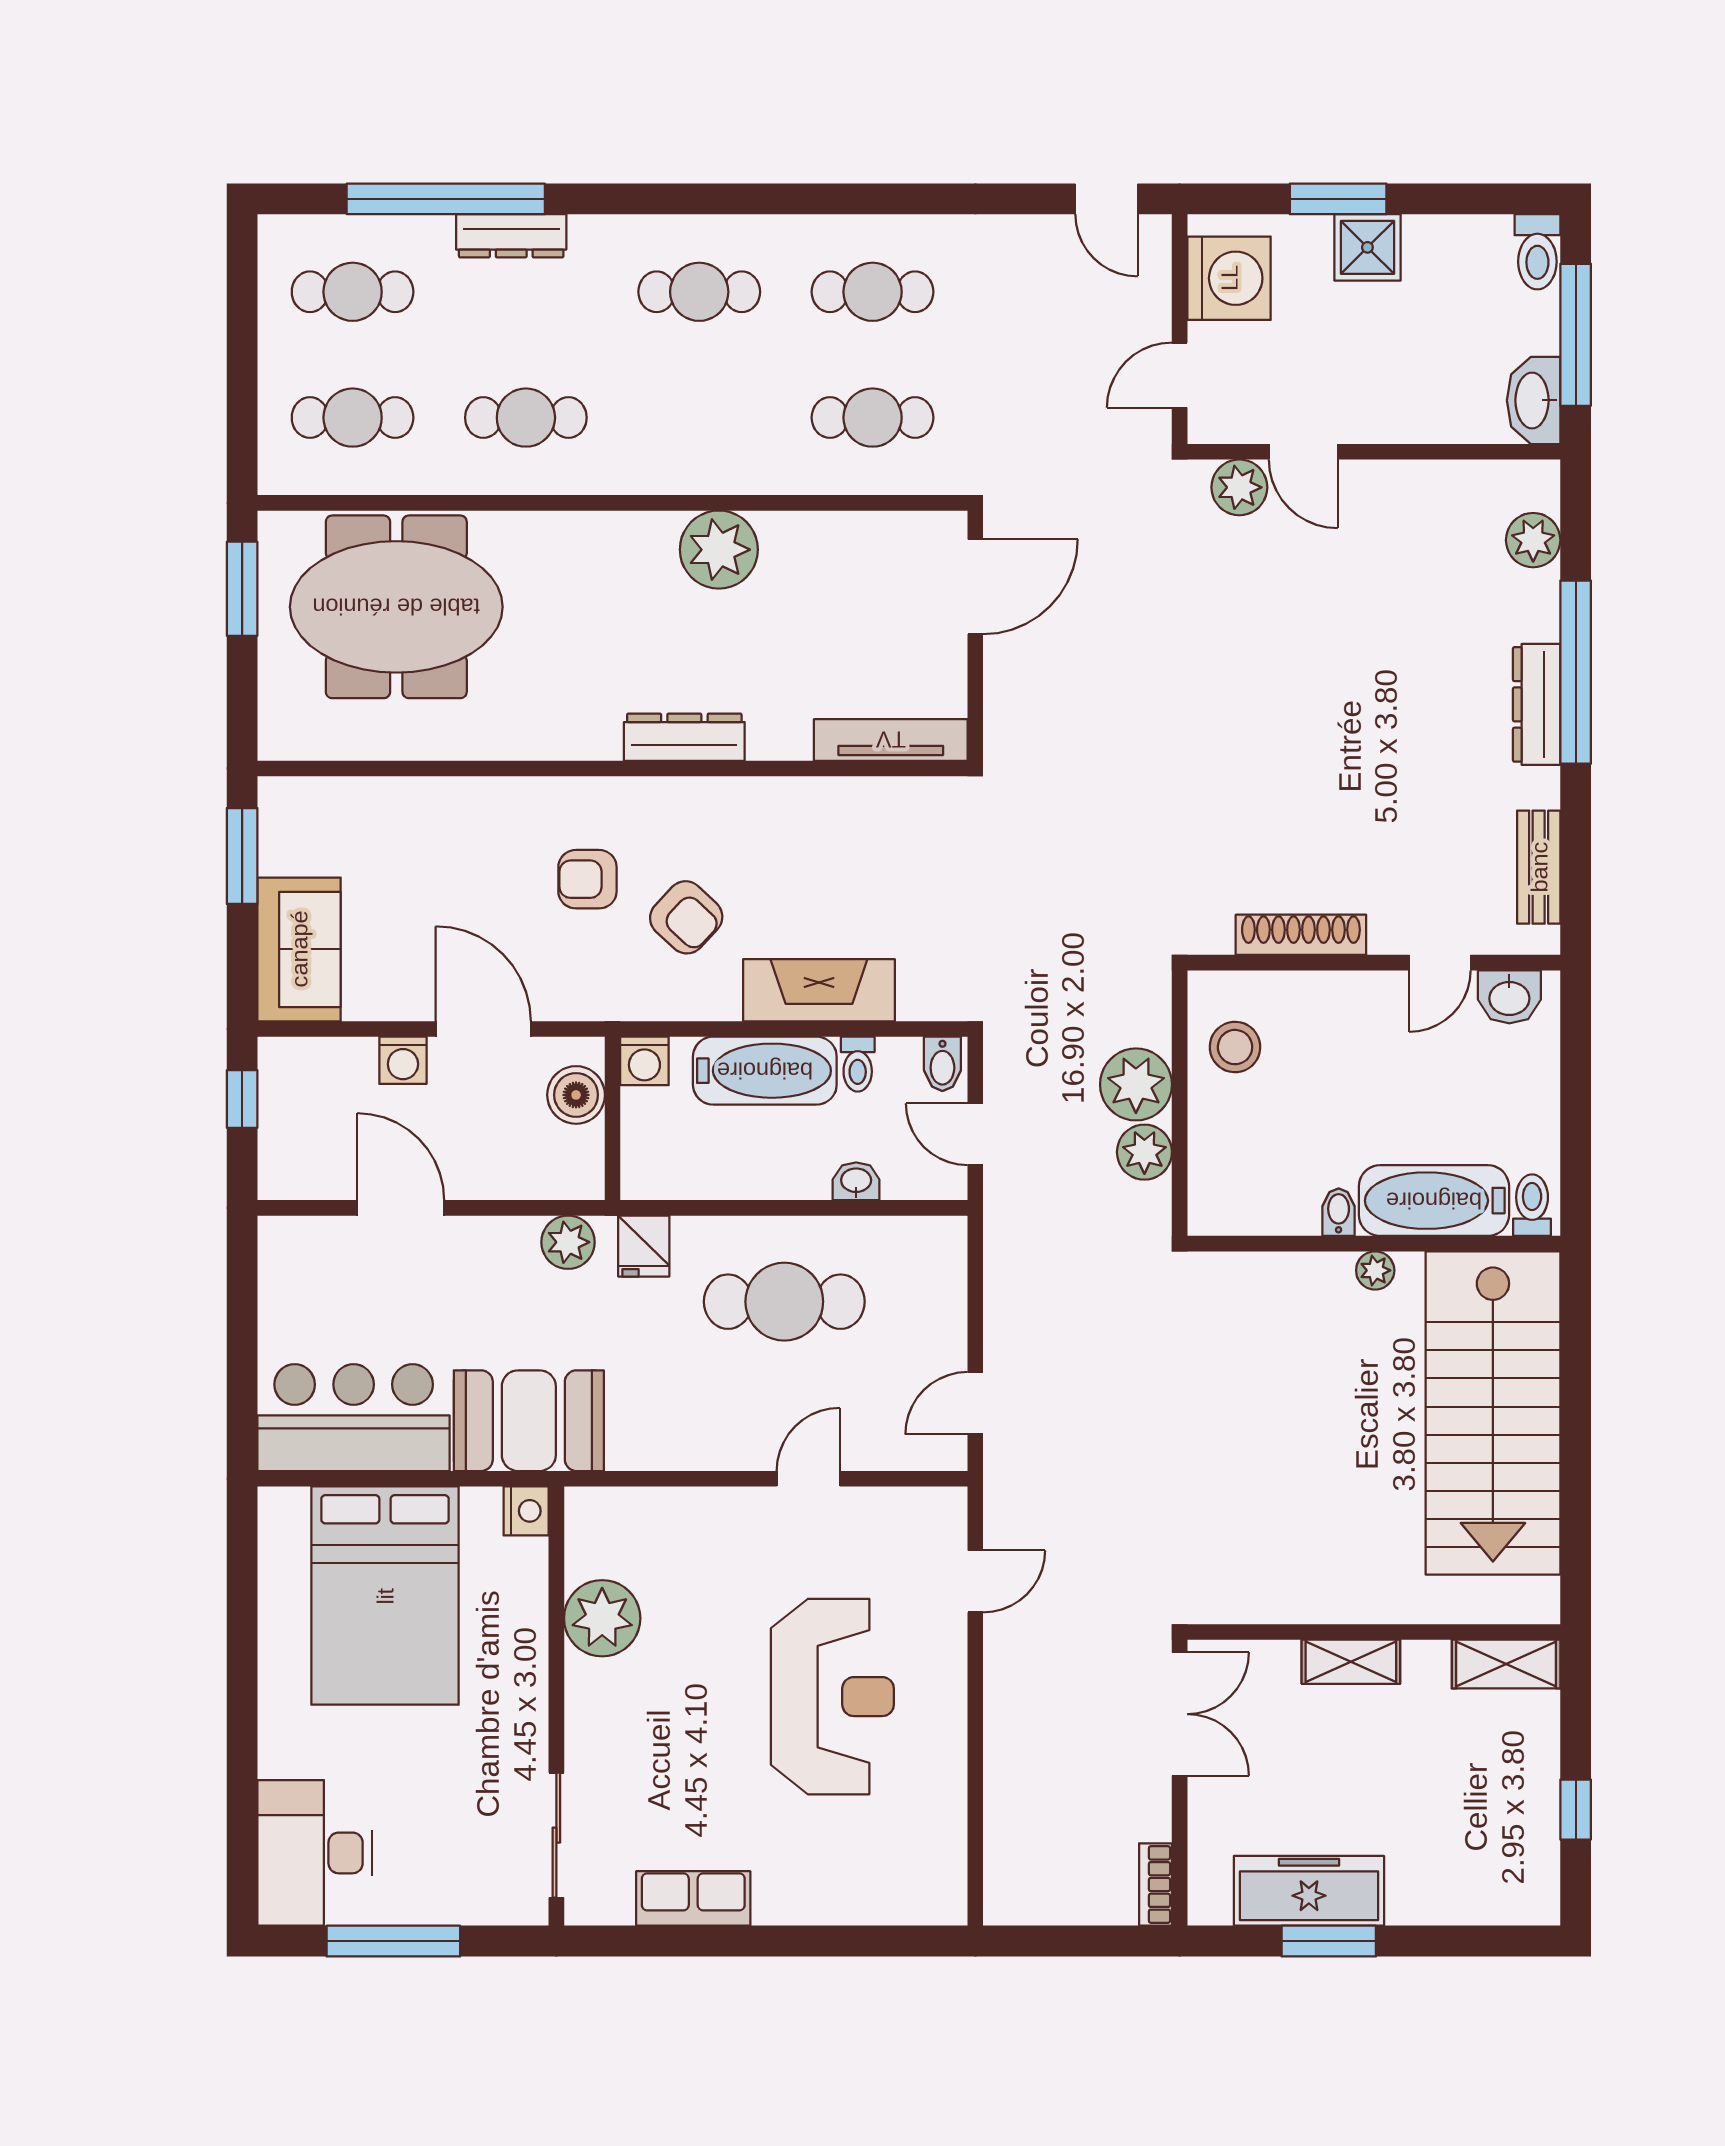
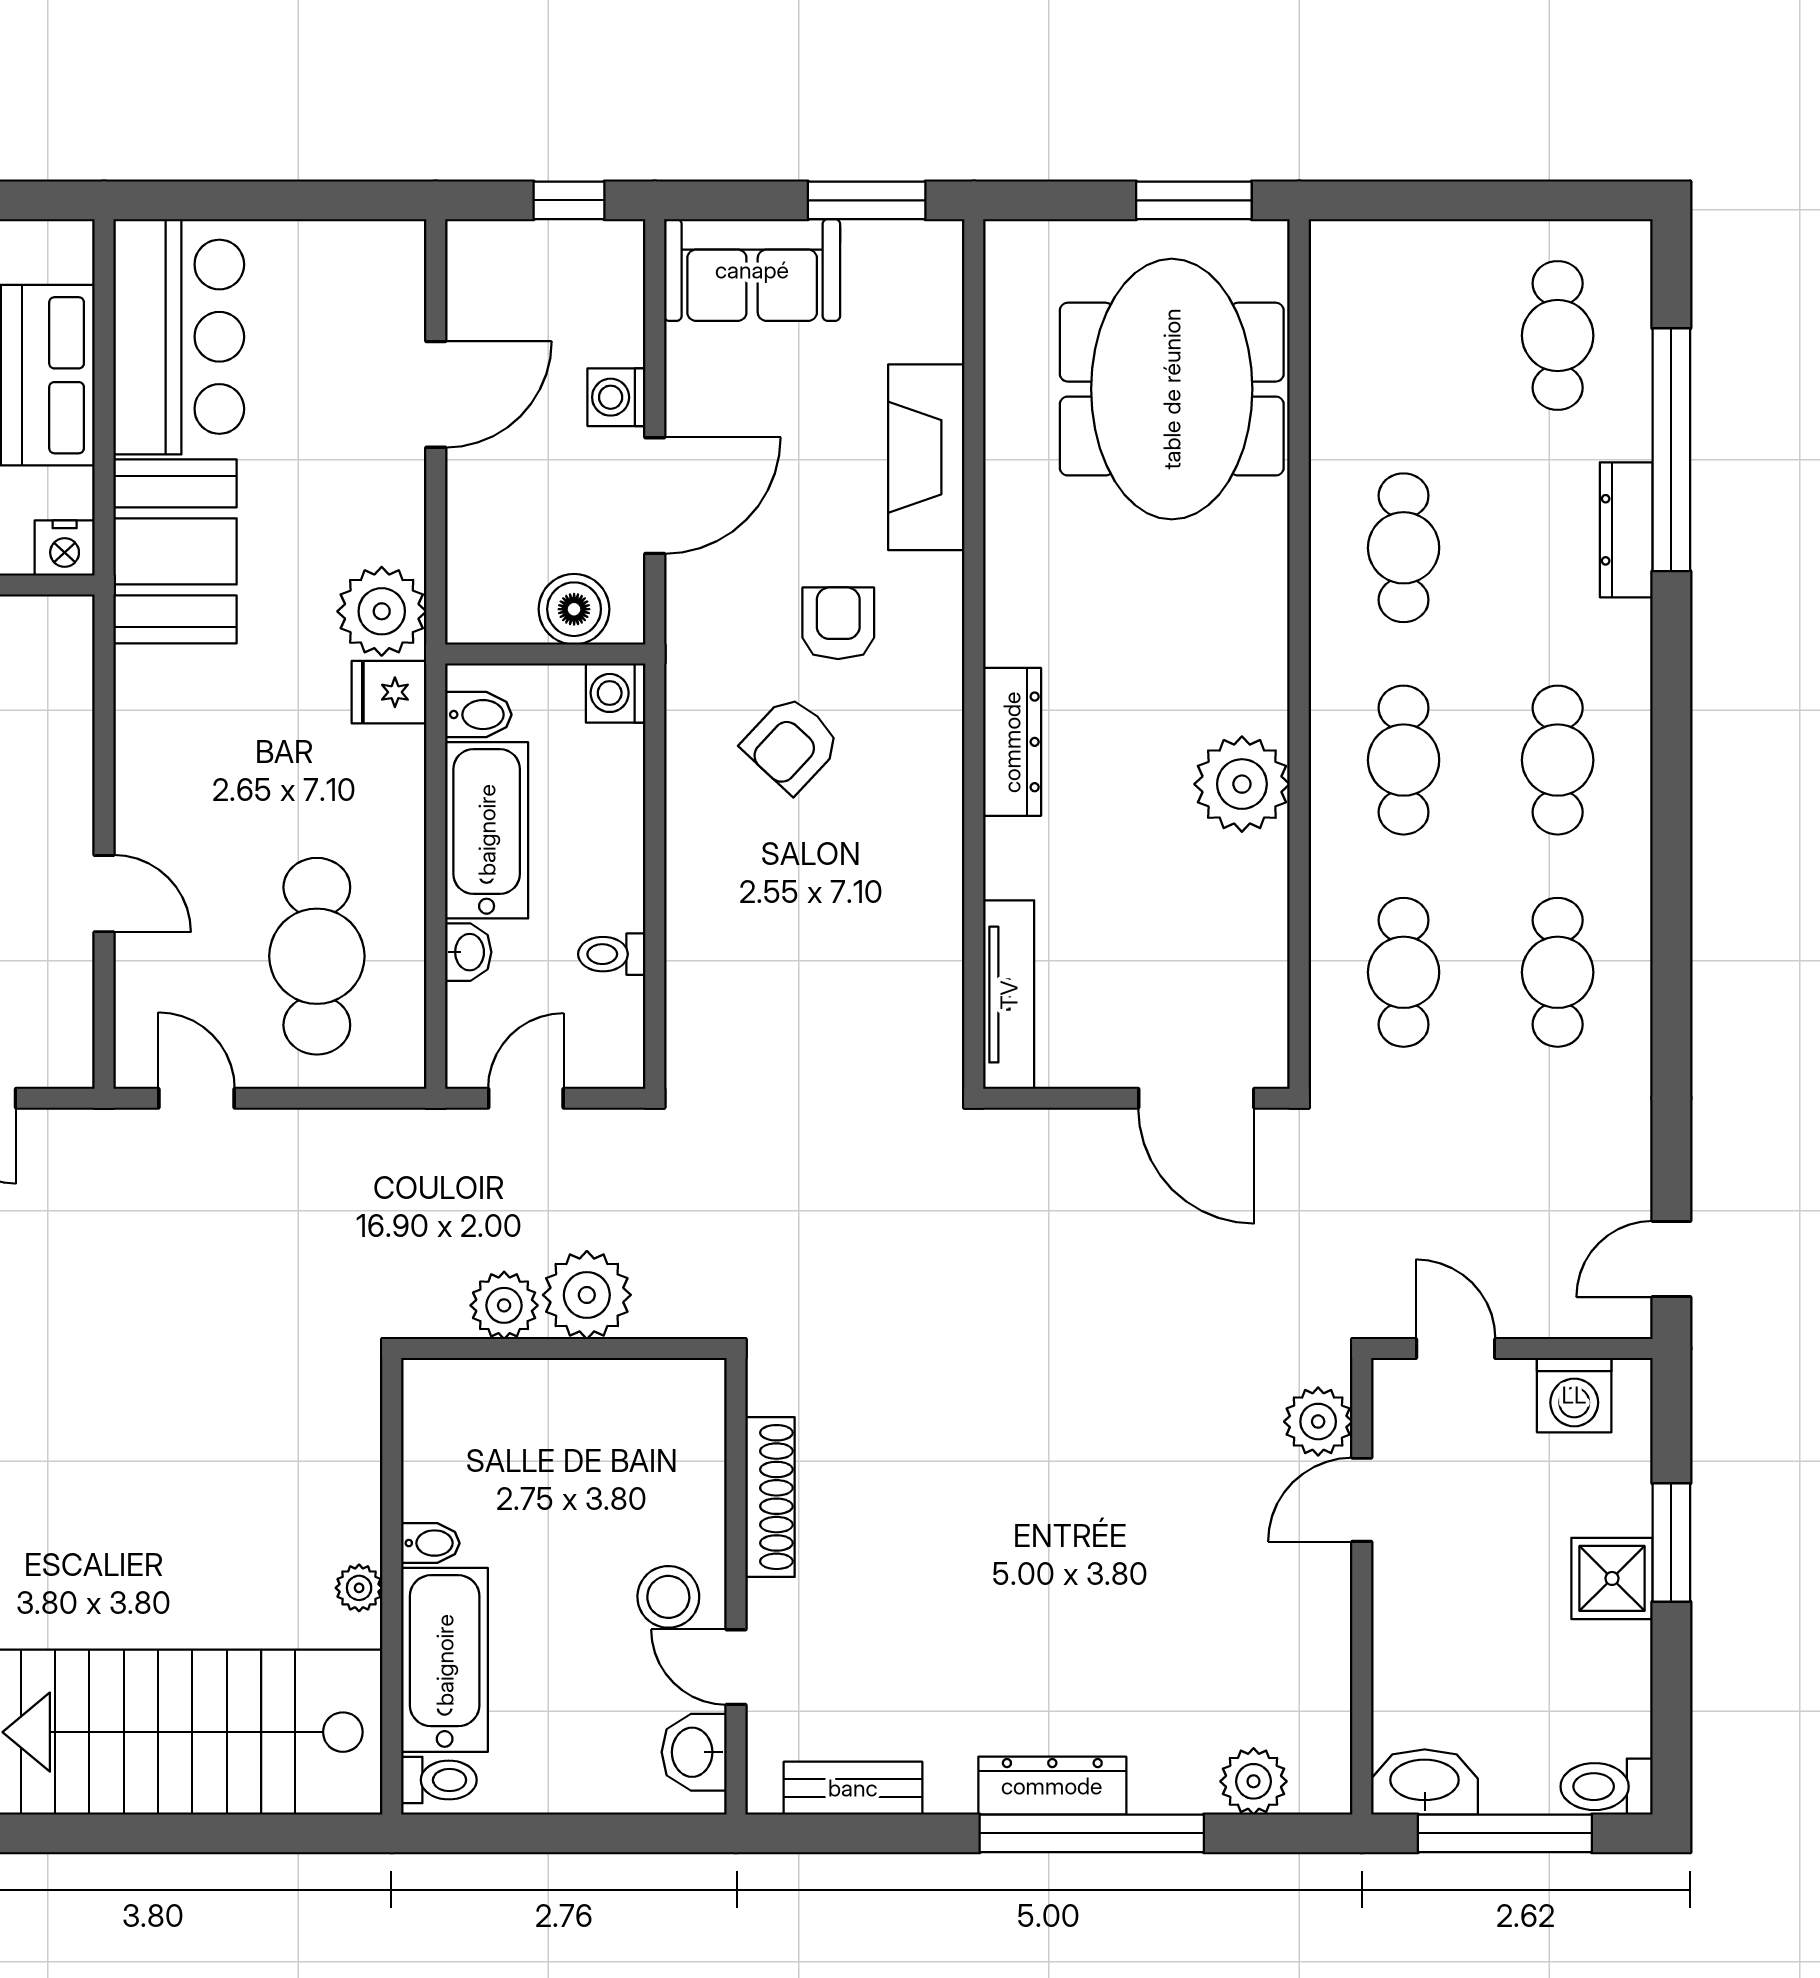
washing machine: (1229, 278) -> (1574, 1395), width x0.73, depth x0.73
cafe table: (353, 418) -> (1404, 760), moved
fireplace: (819, 990) -> (926, 457), moved, turned 180
stool: (1235, 1047) -> (668, 1597), moved
bidet: (942, 1064) -> (478, 715), moved, turned 180
bathtub: (765, 1071) -> (487, 830), moved, turned 180
plant: (568, 1242) -> (382, 611), width x1.36, depth x1.36
cafe table: (784, 1302) -> (317, 956), moved

